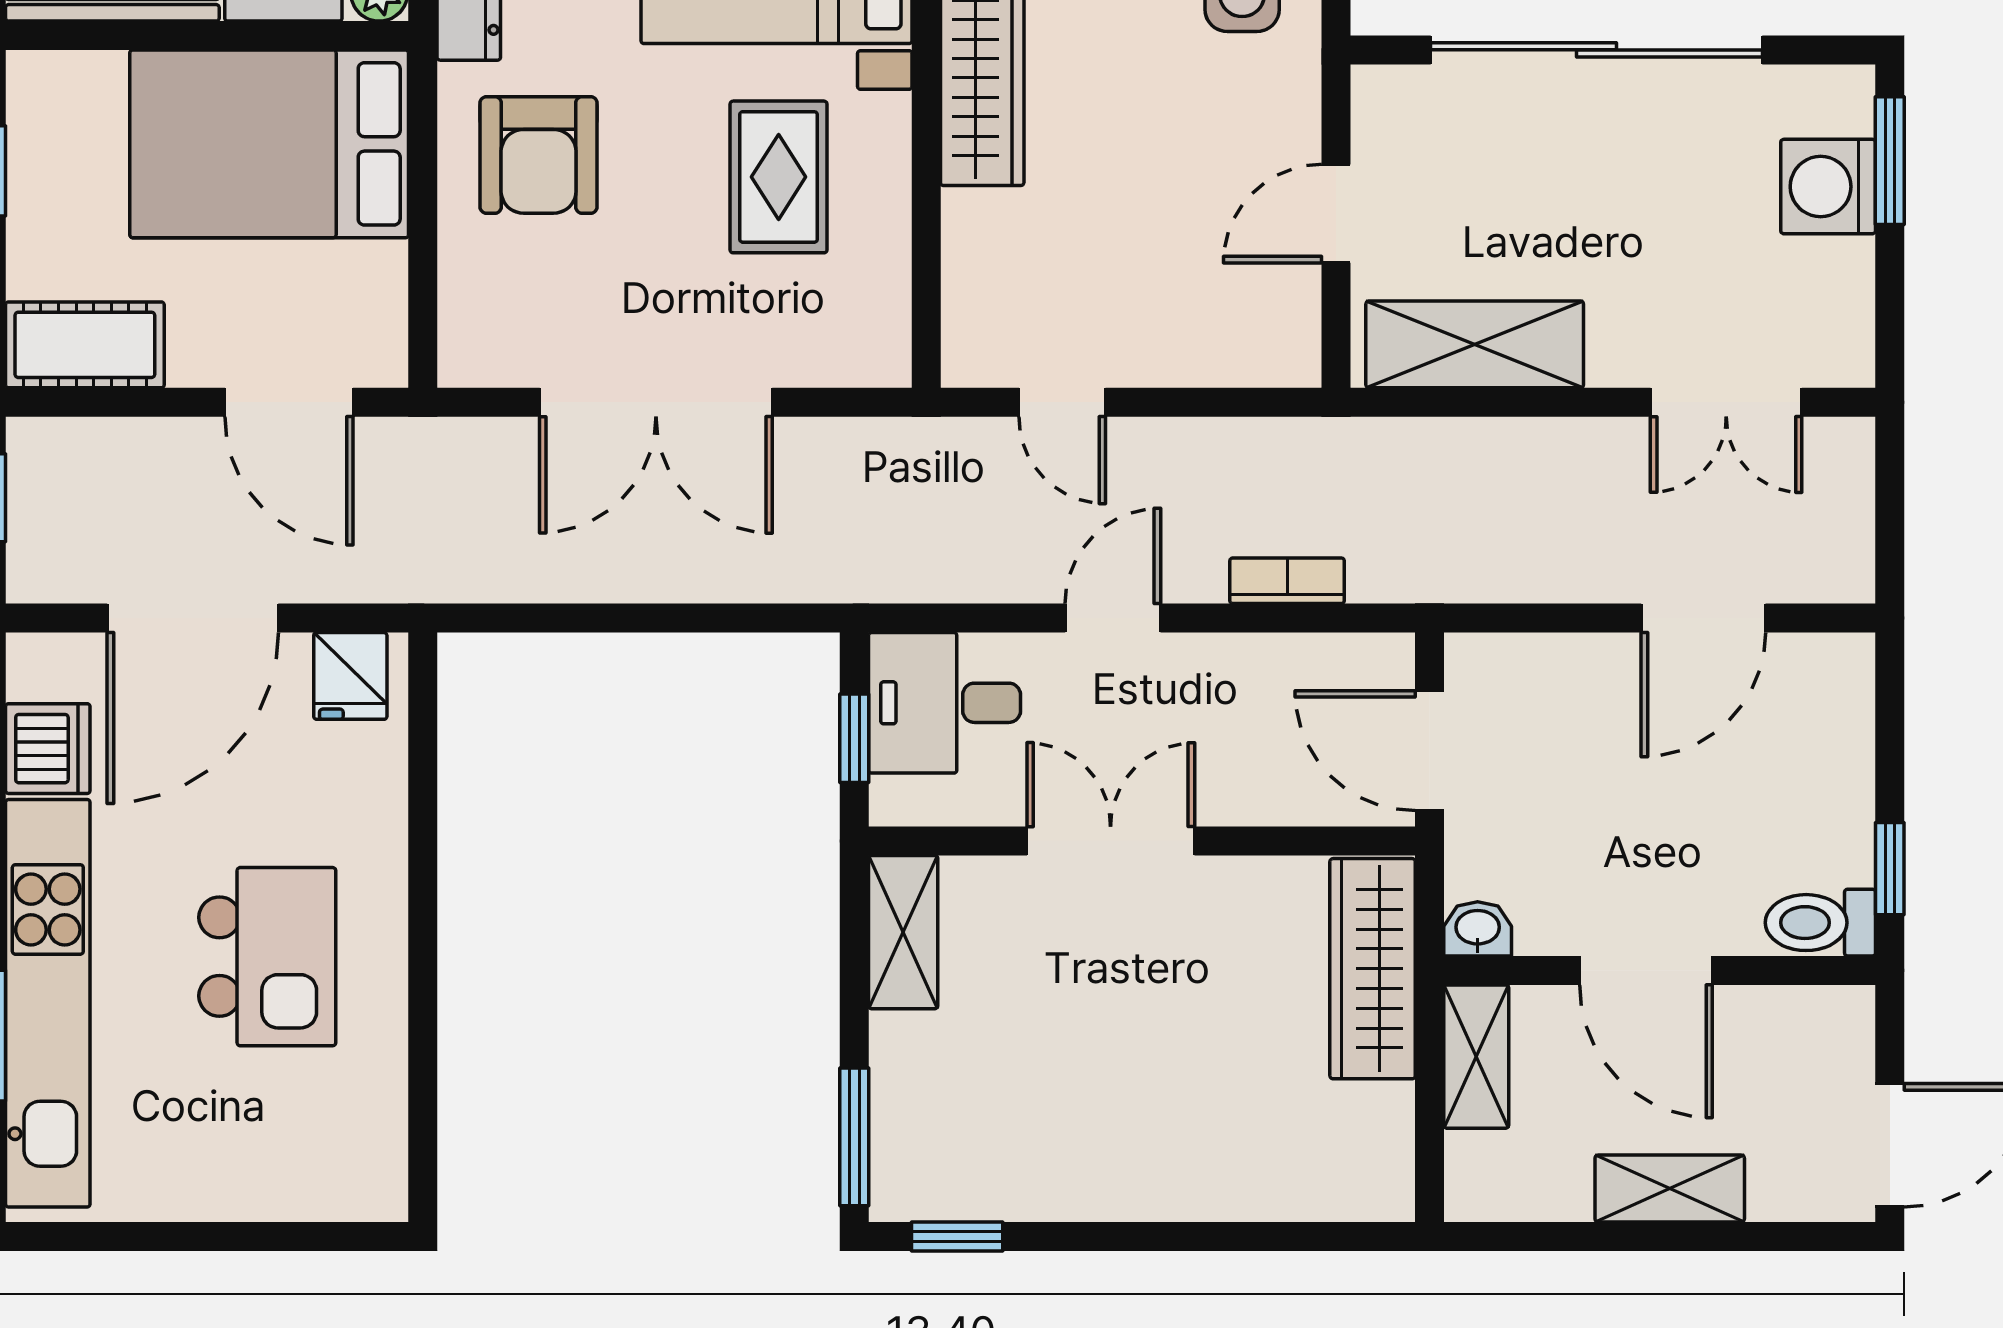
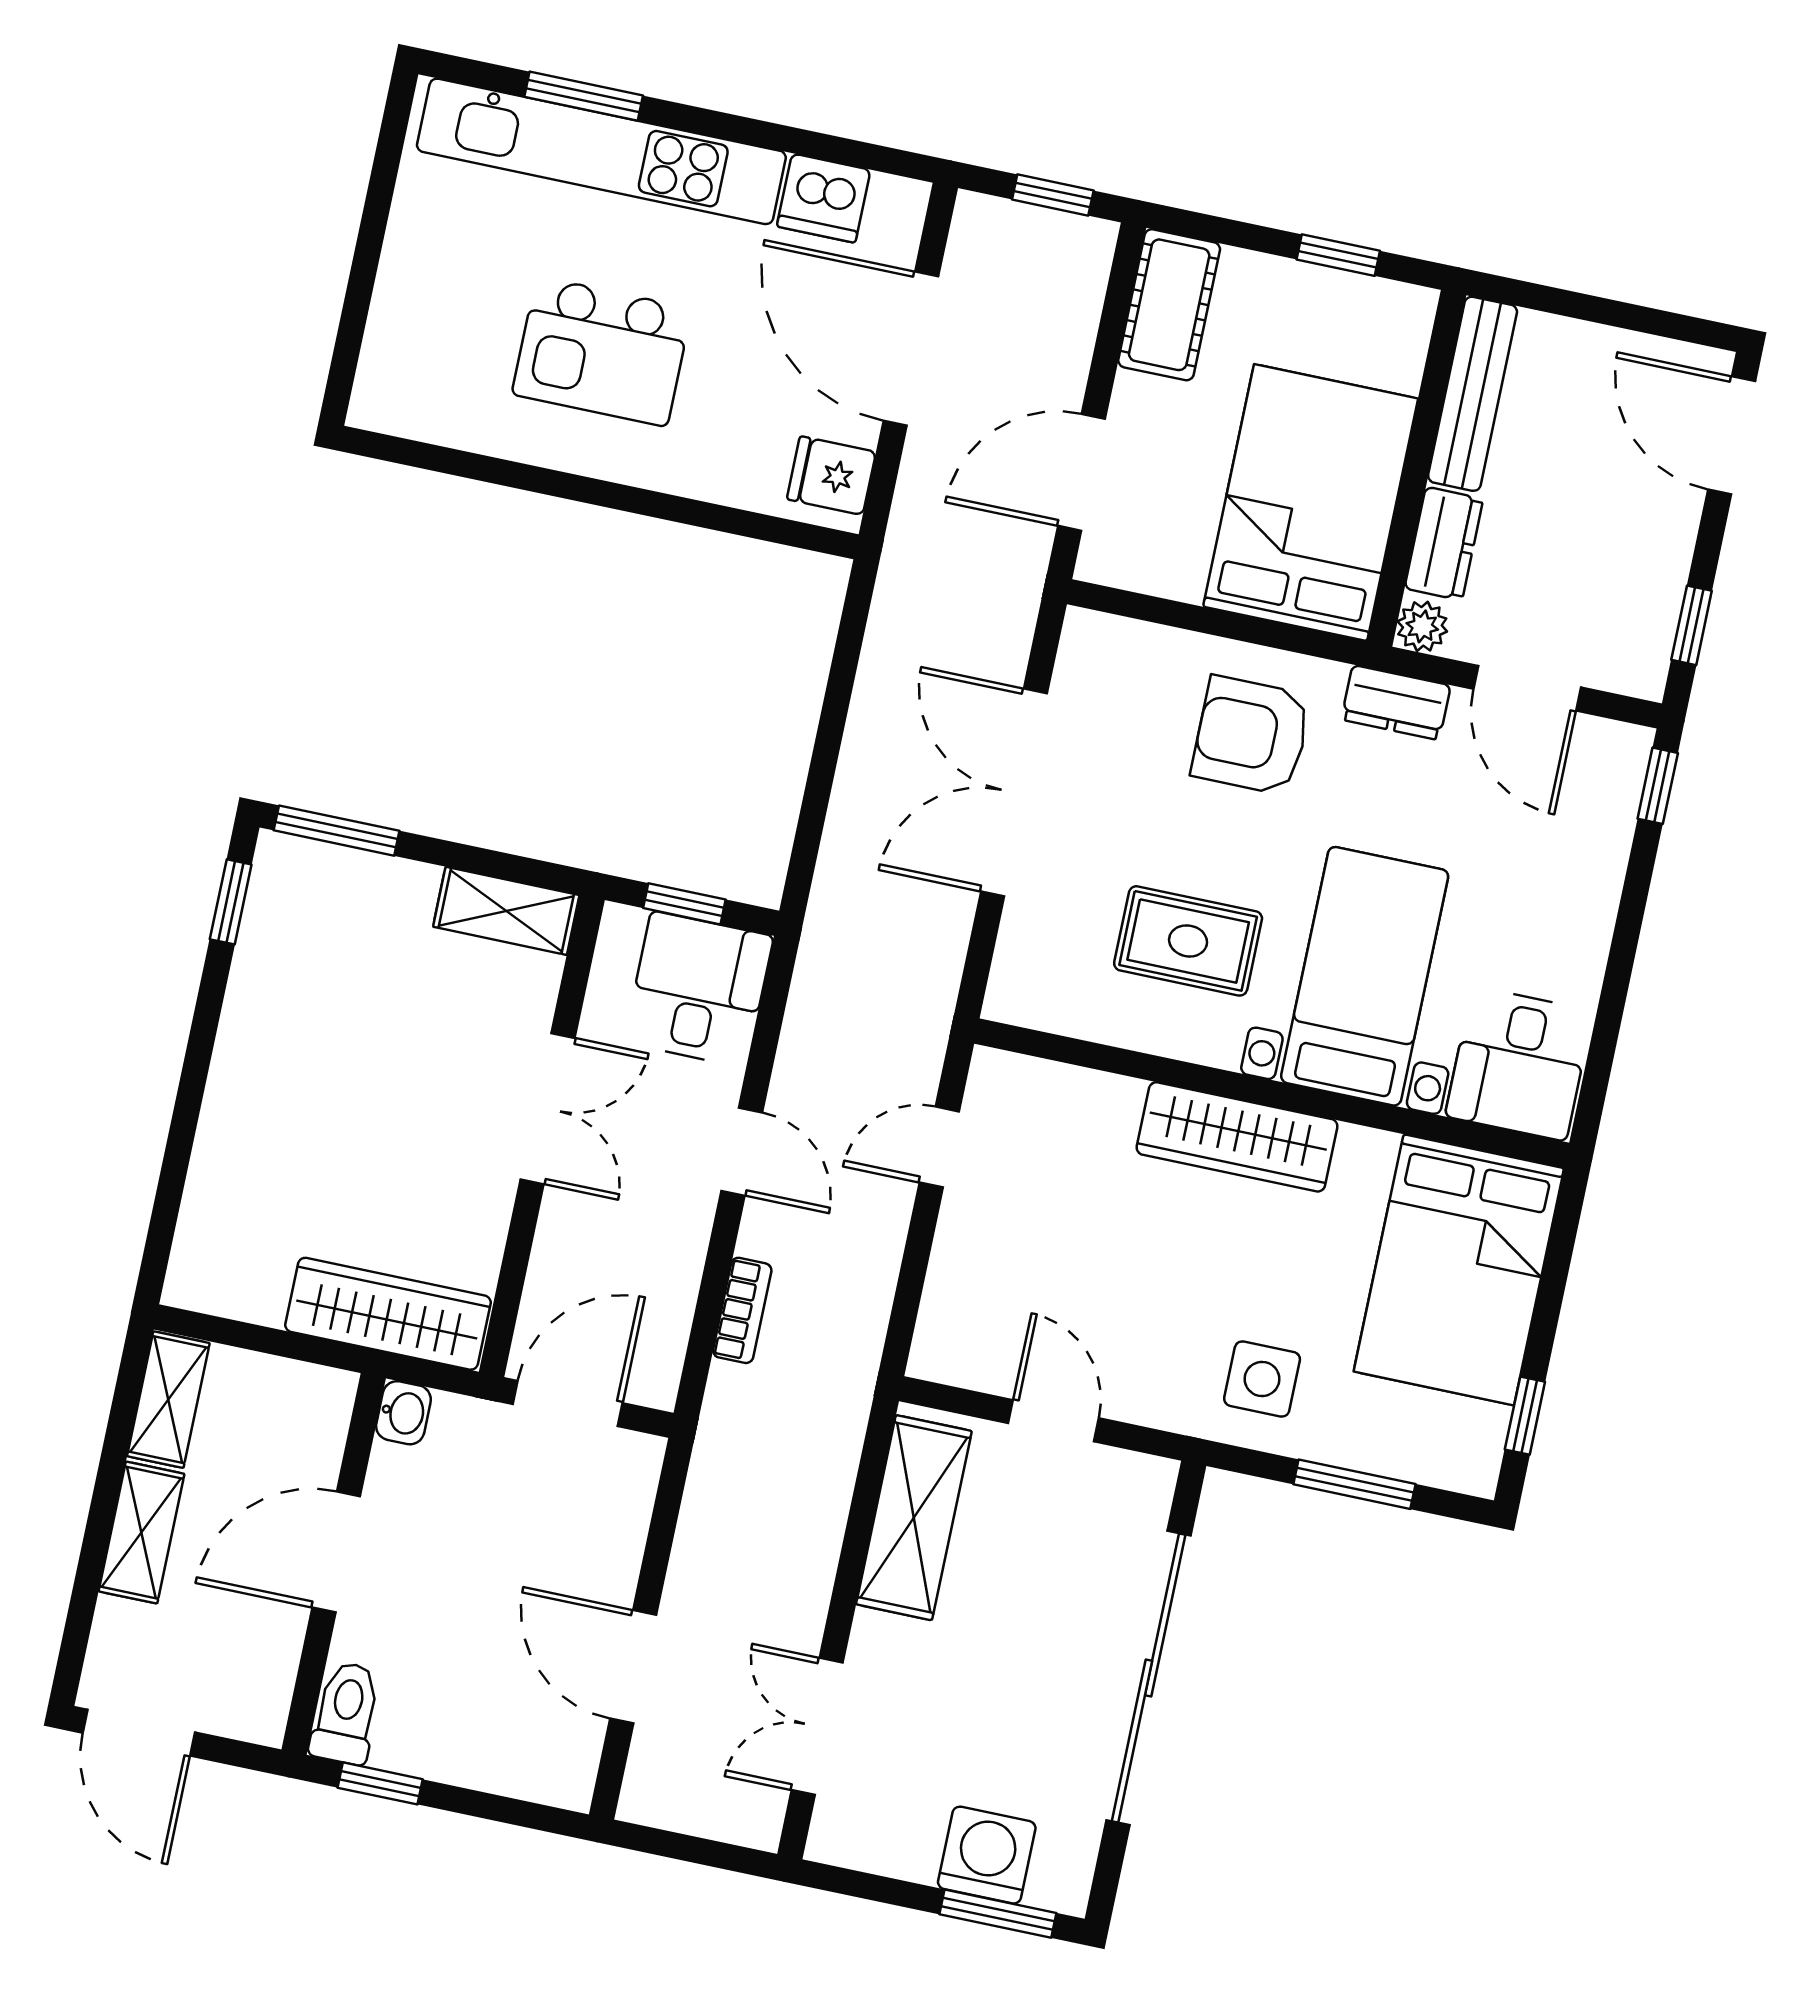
shelving: (1476, 1057) -> (168, 1400), moved, turned 90

